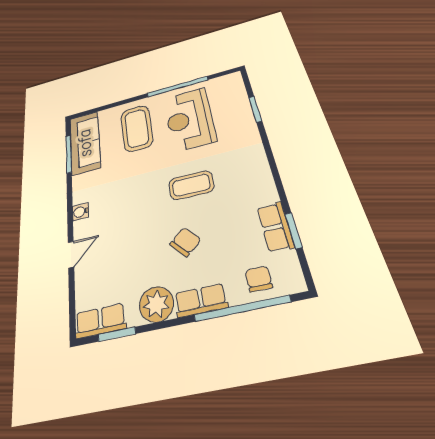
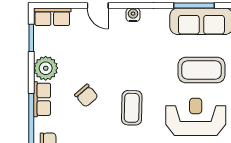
row of seats: (100, 321) -> (52, 17), moved, turned 90

